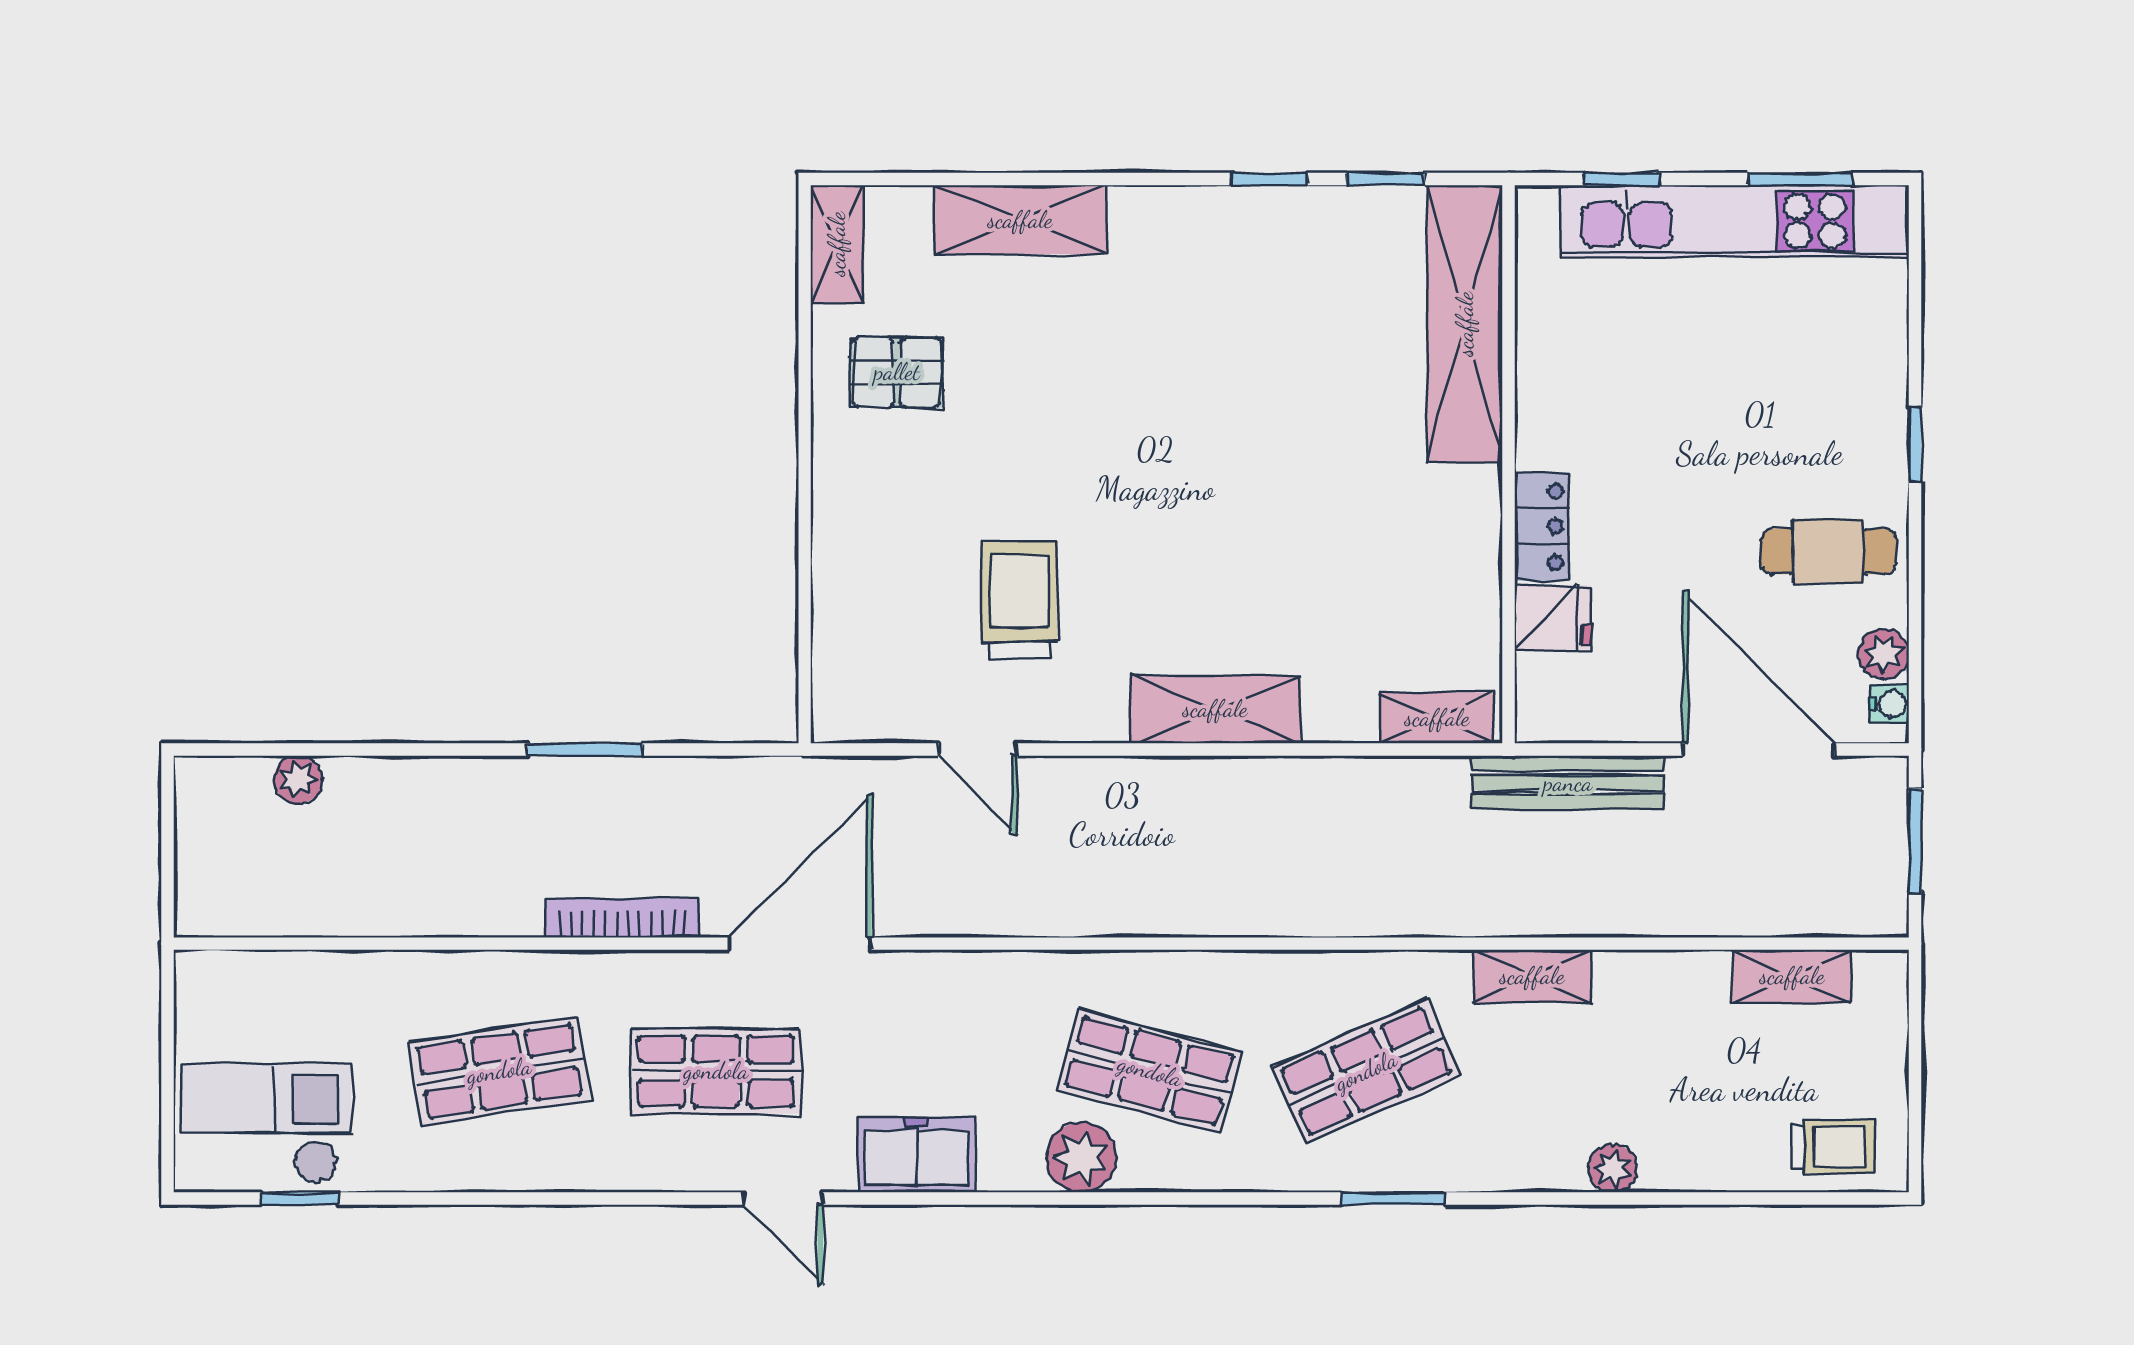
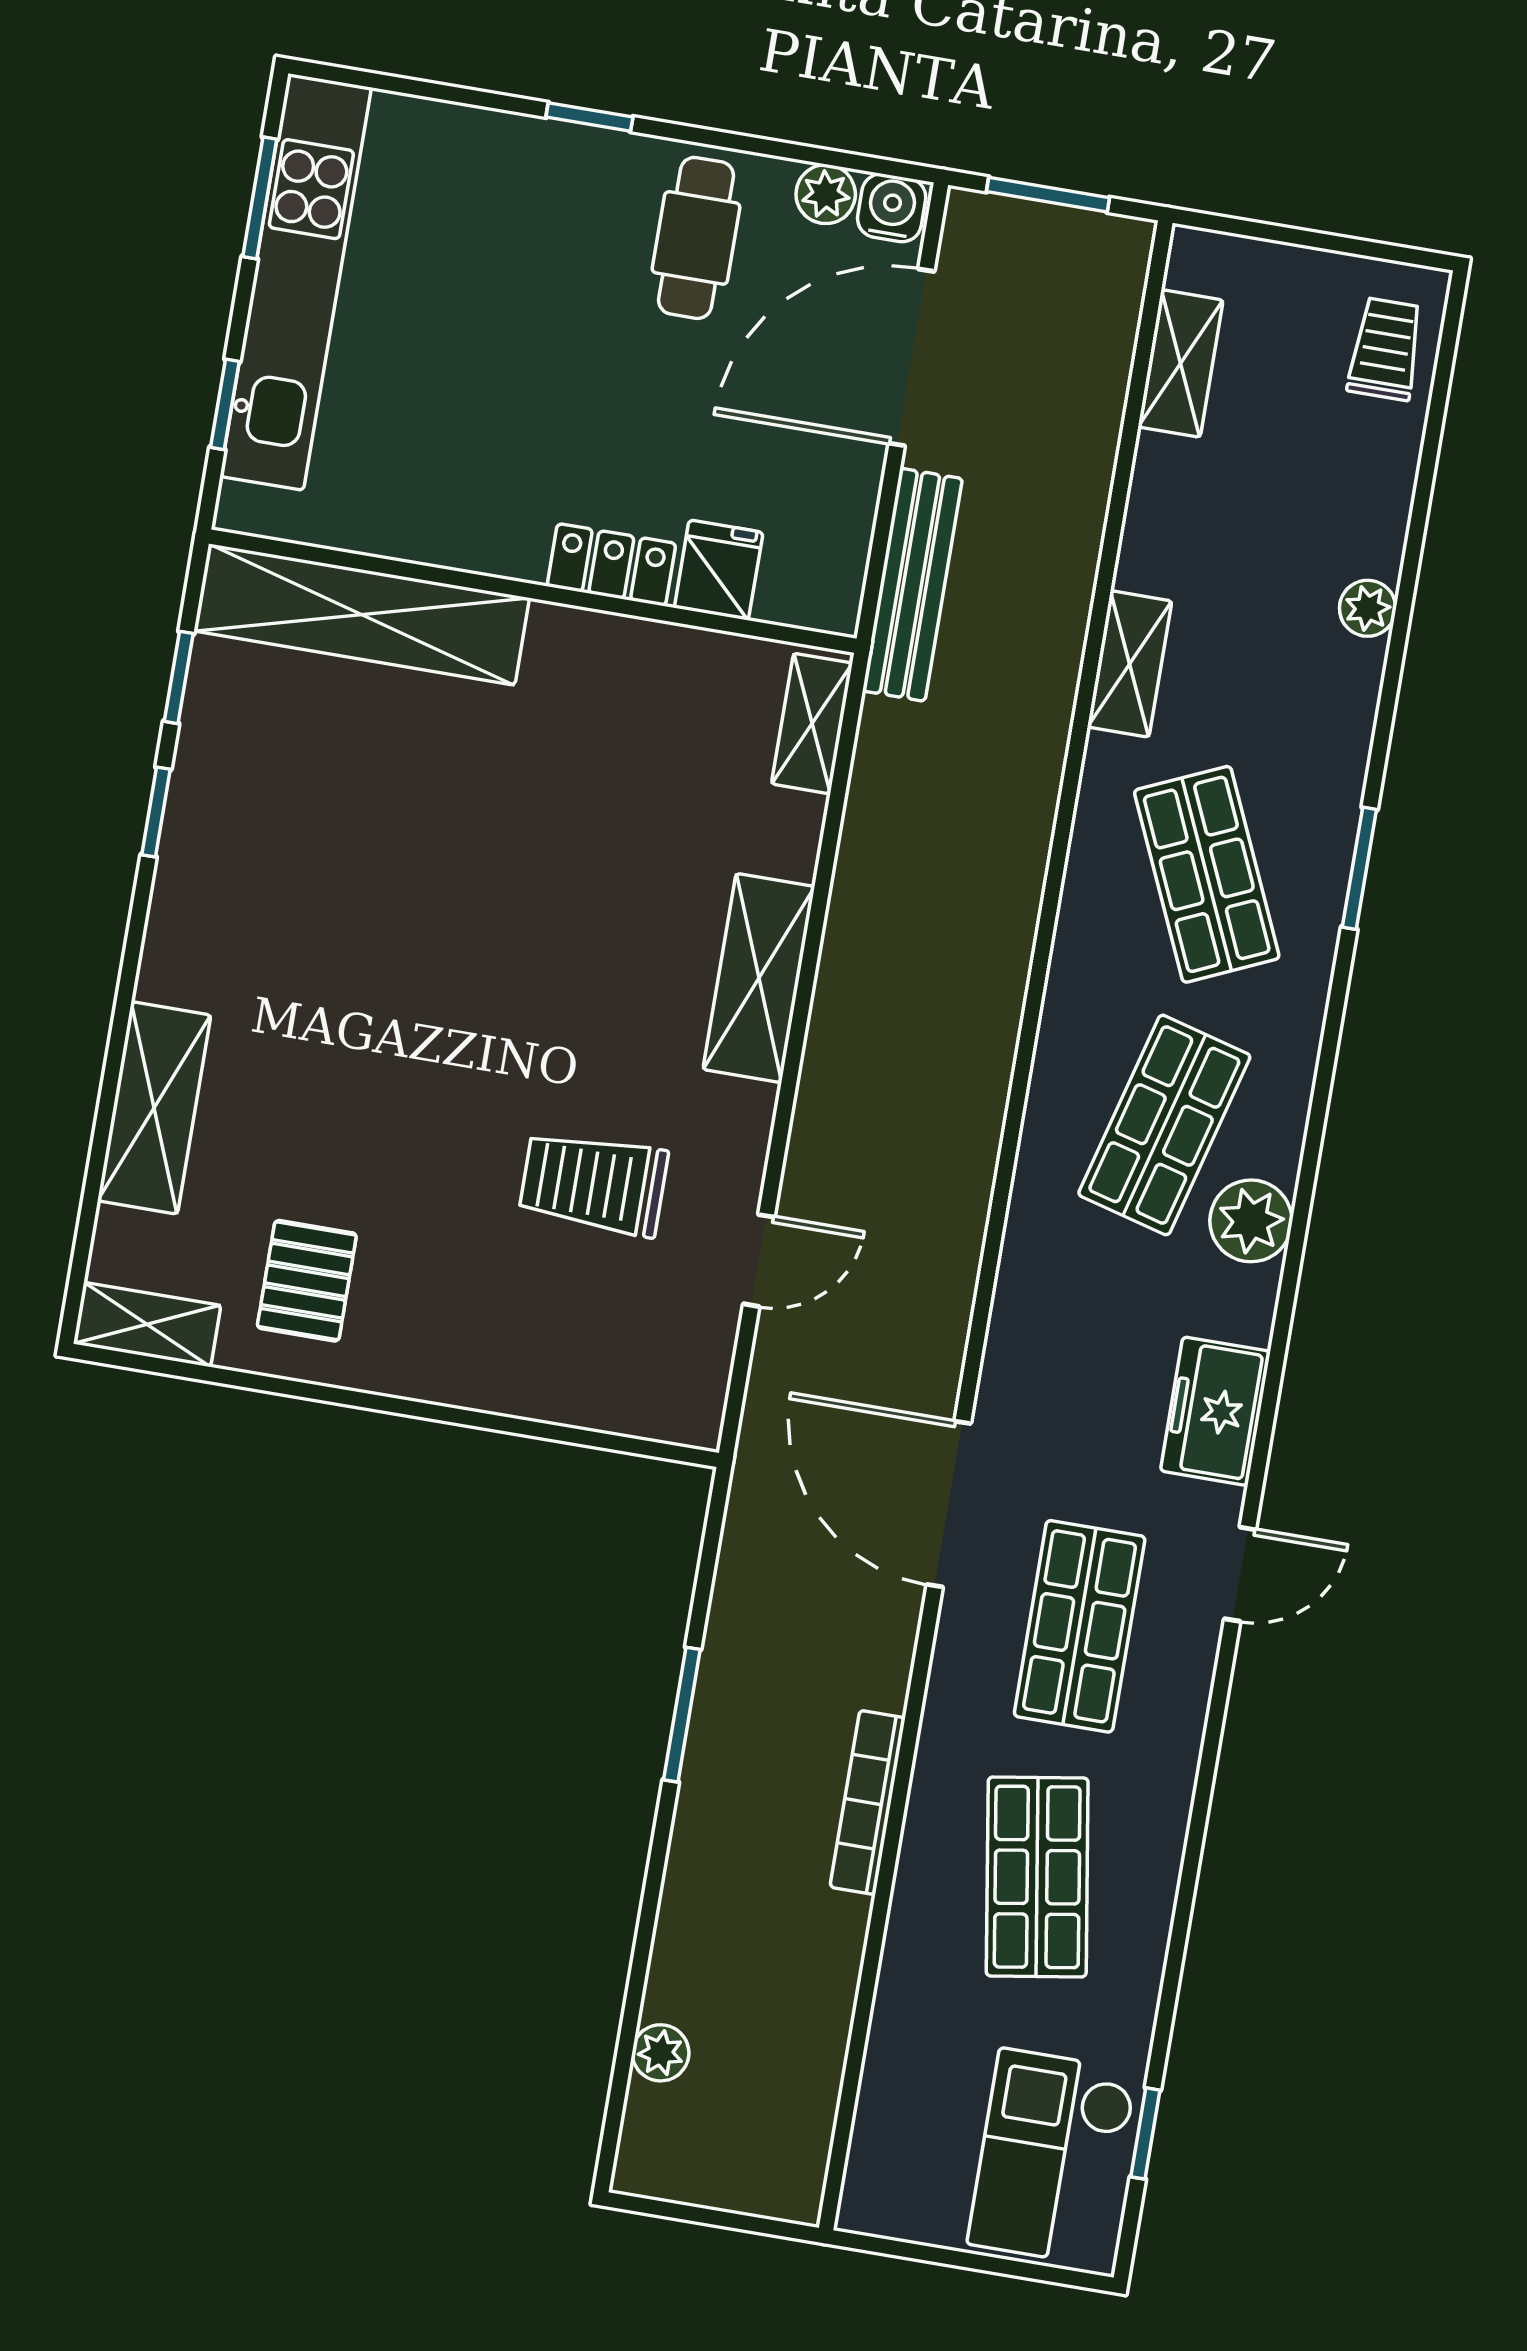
water cooler: (1889, 704) -> (892, 208), width x1.38, depth x1.38
bookcase: (623, 918) -> (868, 1802), moved

